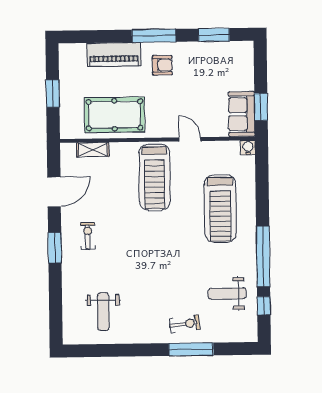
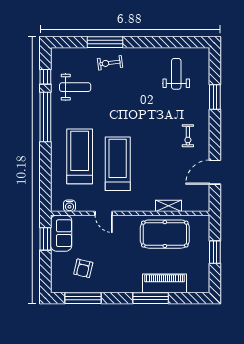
window: (214, 35) -> (83, 298), width x1.44
window: (154, 36) -> (151, 298), moved
armchair: (162, 65) -> (83, 268), moved, turned -77
water cooler: (248, 148) -> (69, 206), moved
shelving: (93, 150) -> (168, 206), moved
treadmill: (155, 177) -> (118, 164), moved
window: (55, 248) -> (215, 97), moved

